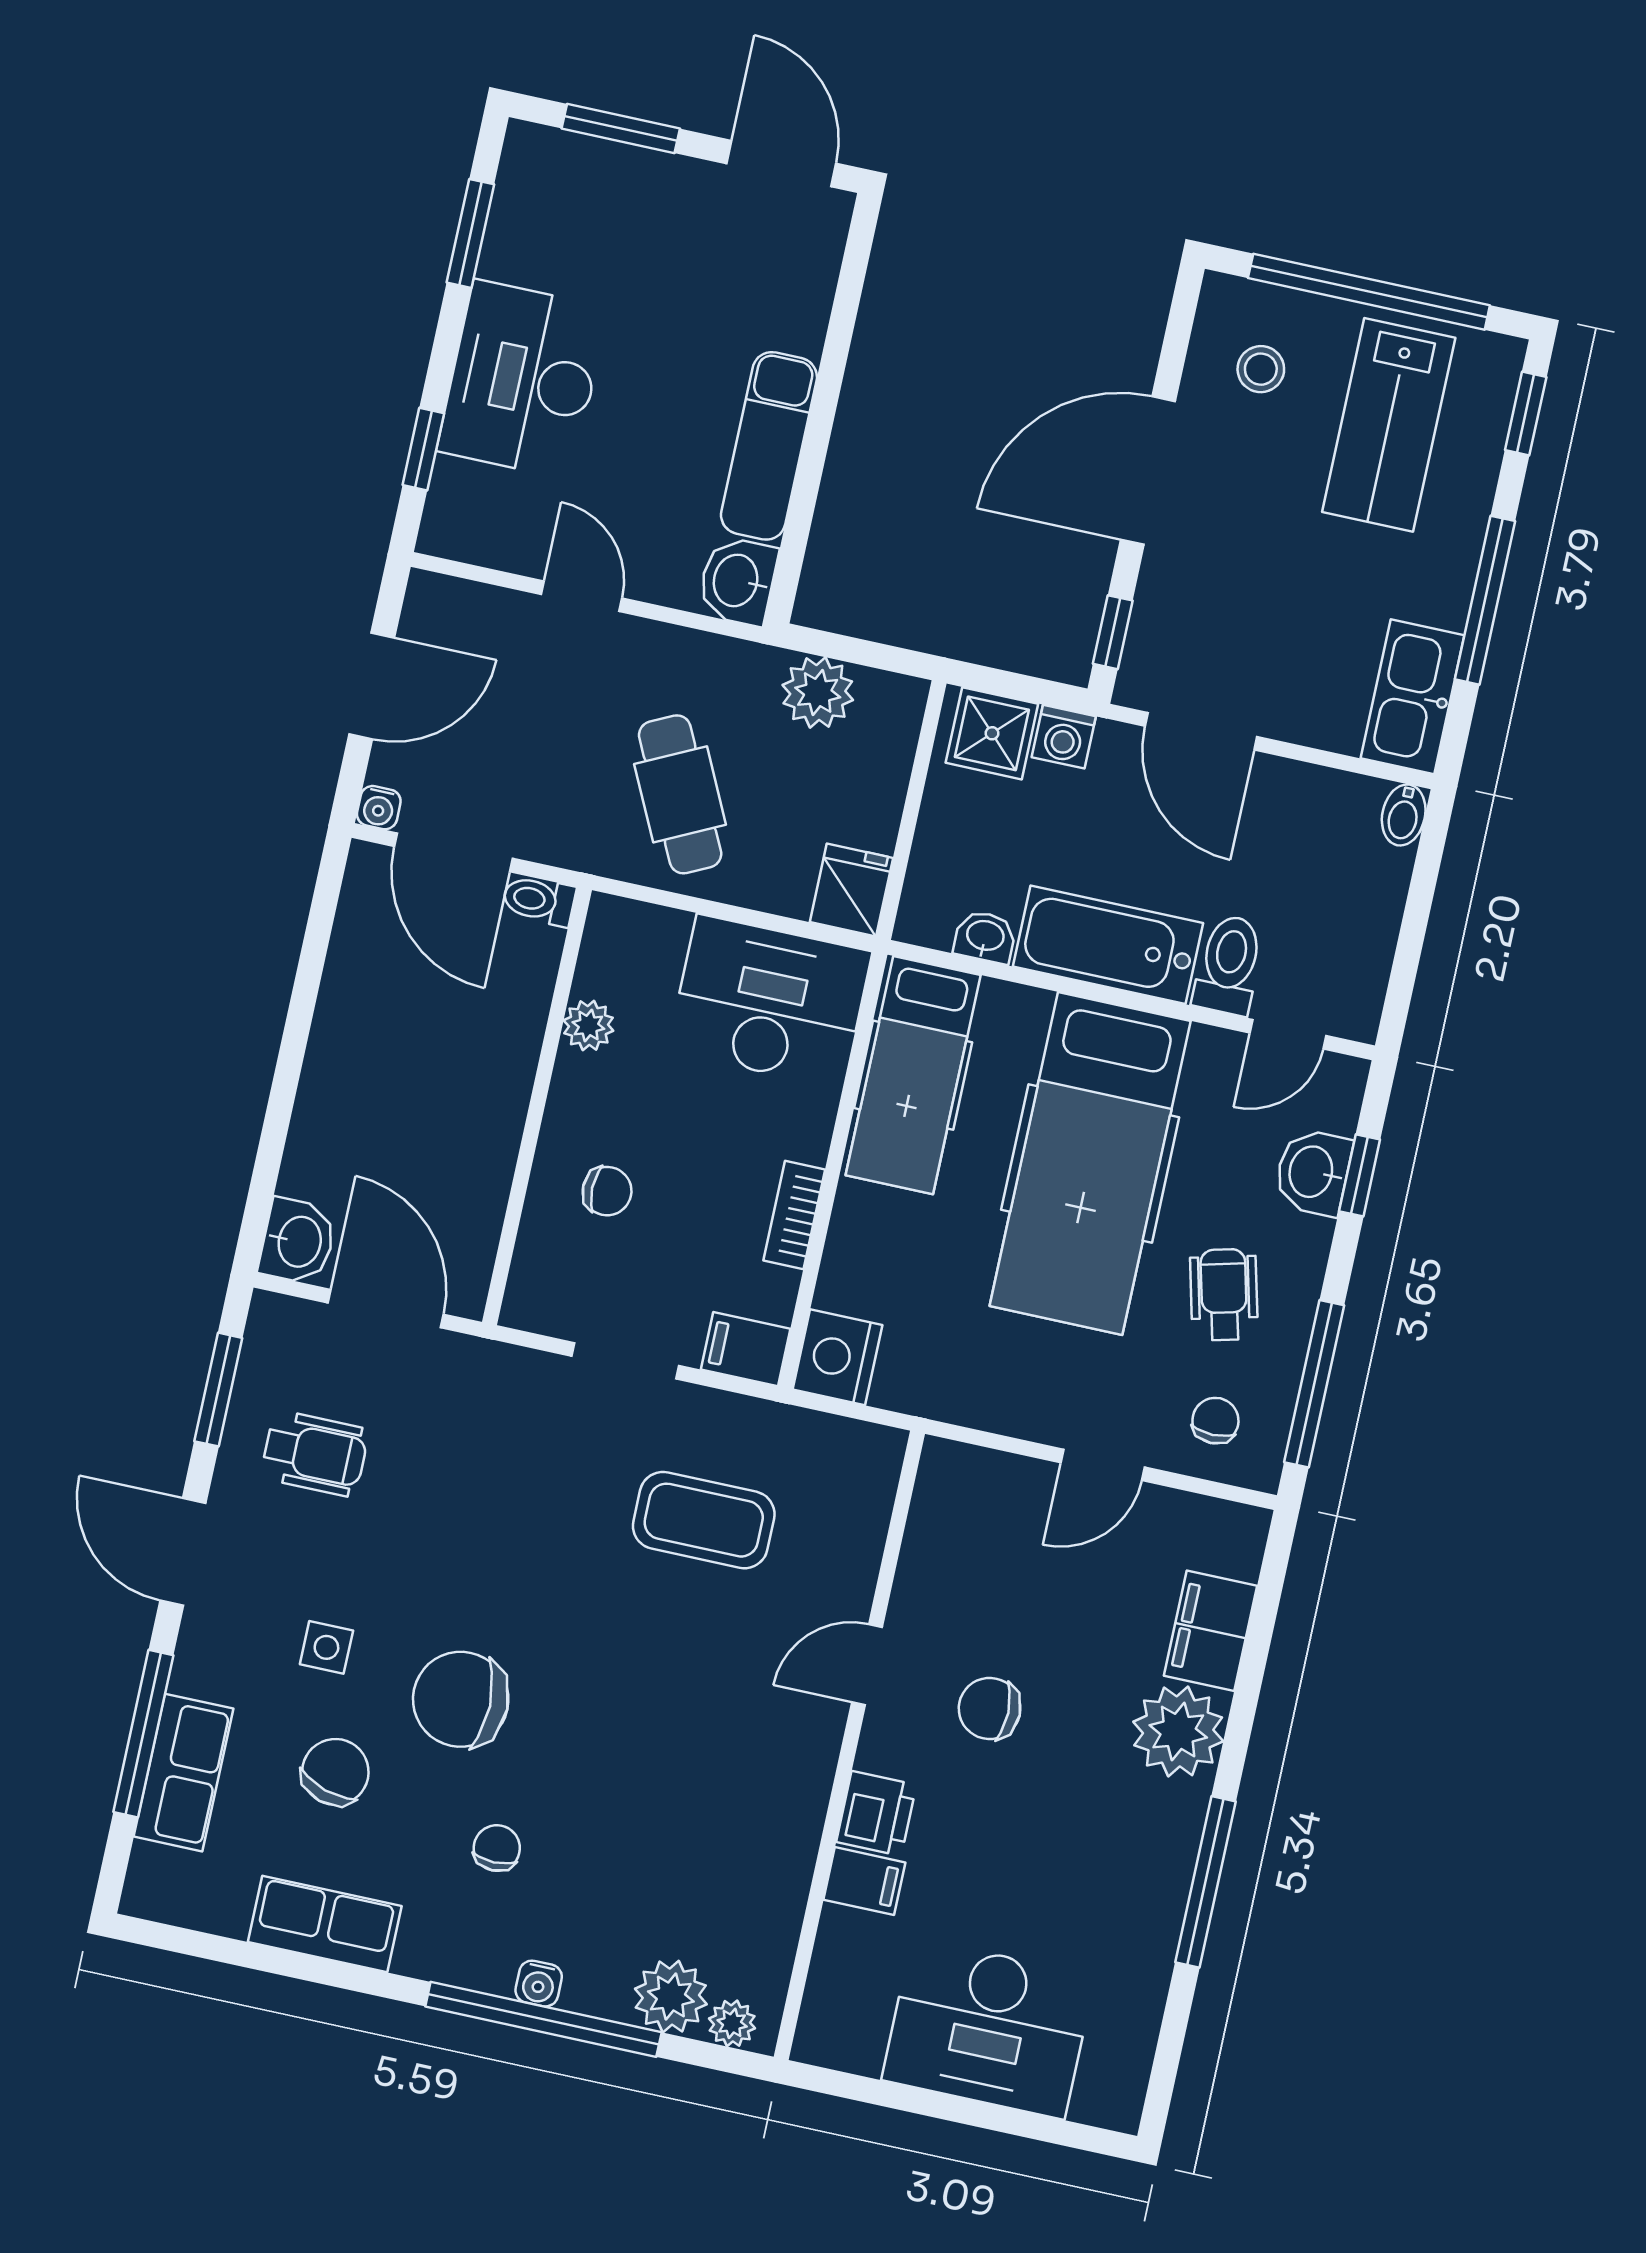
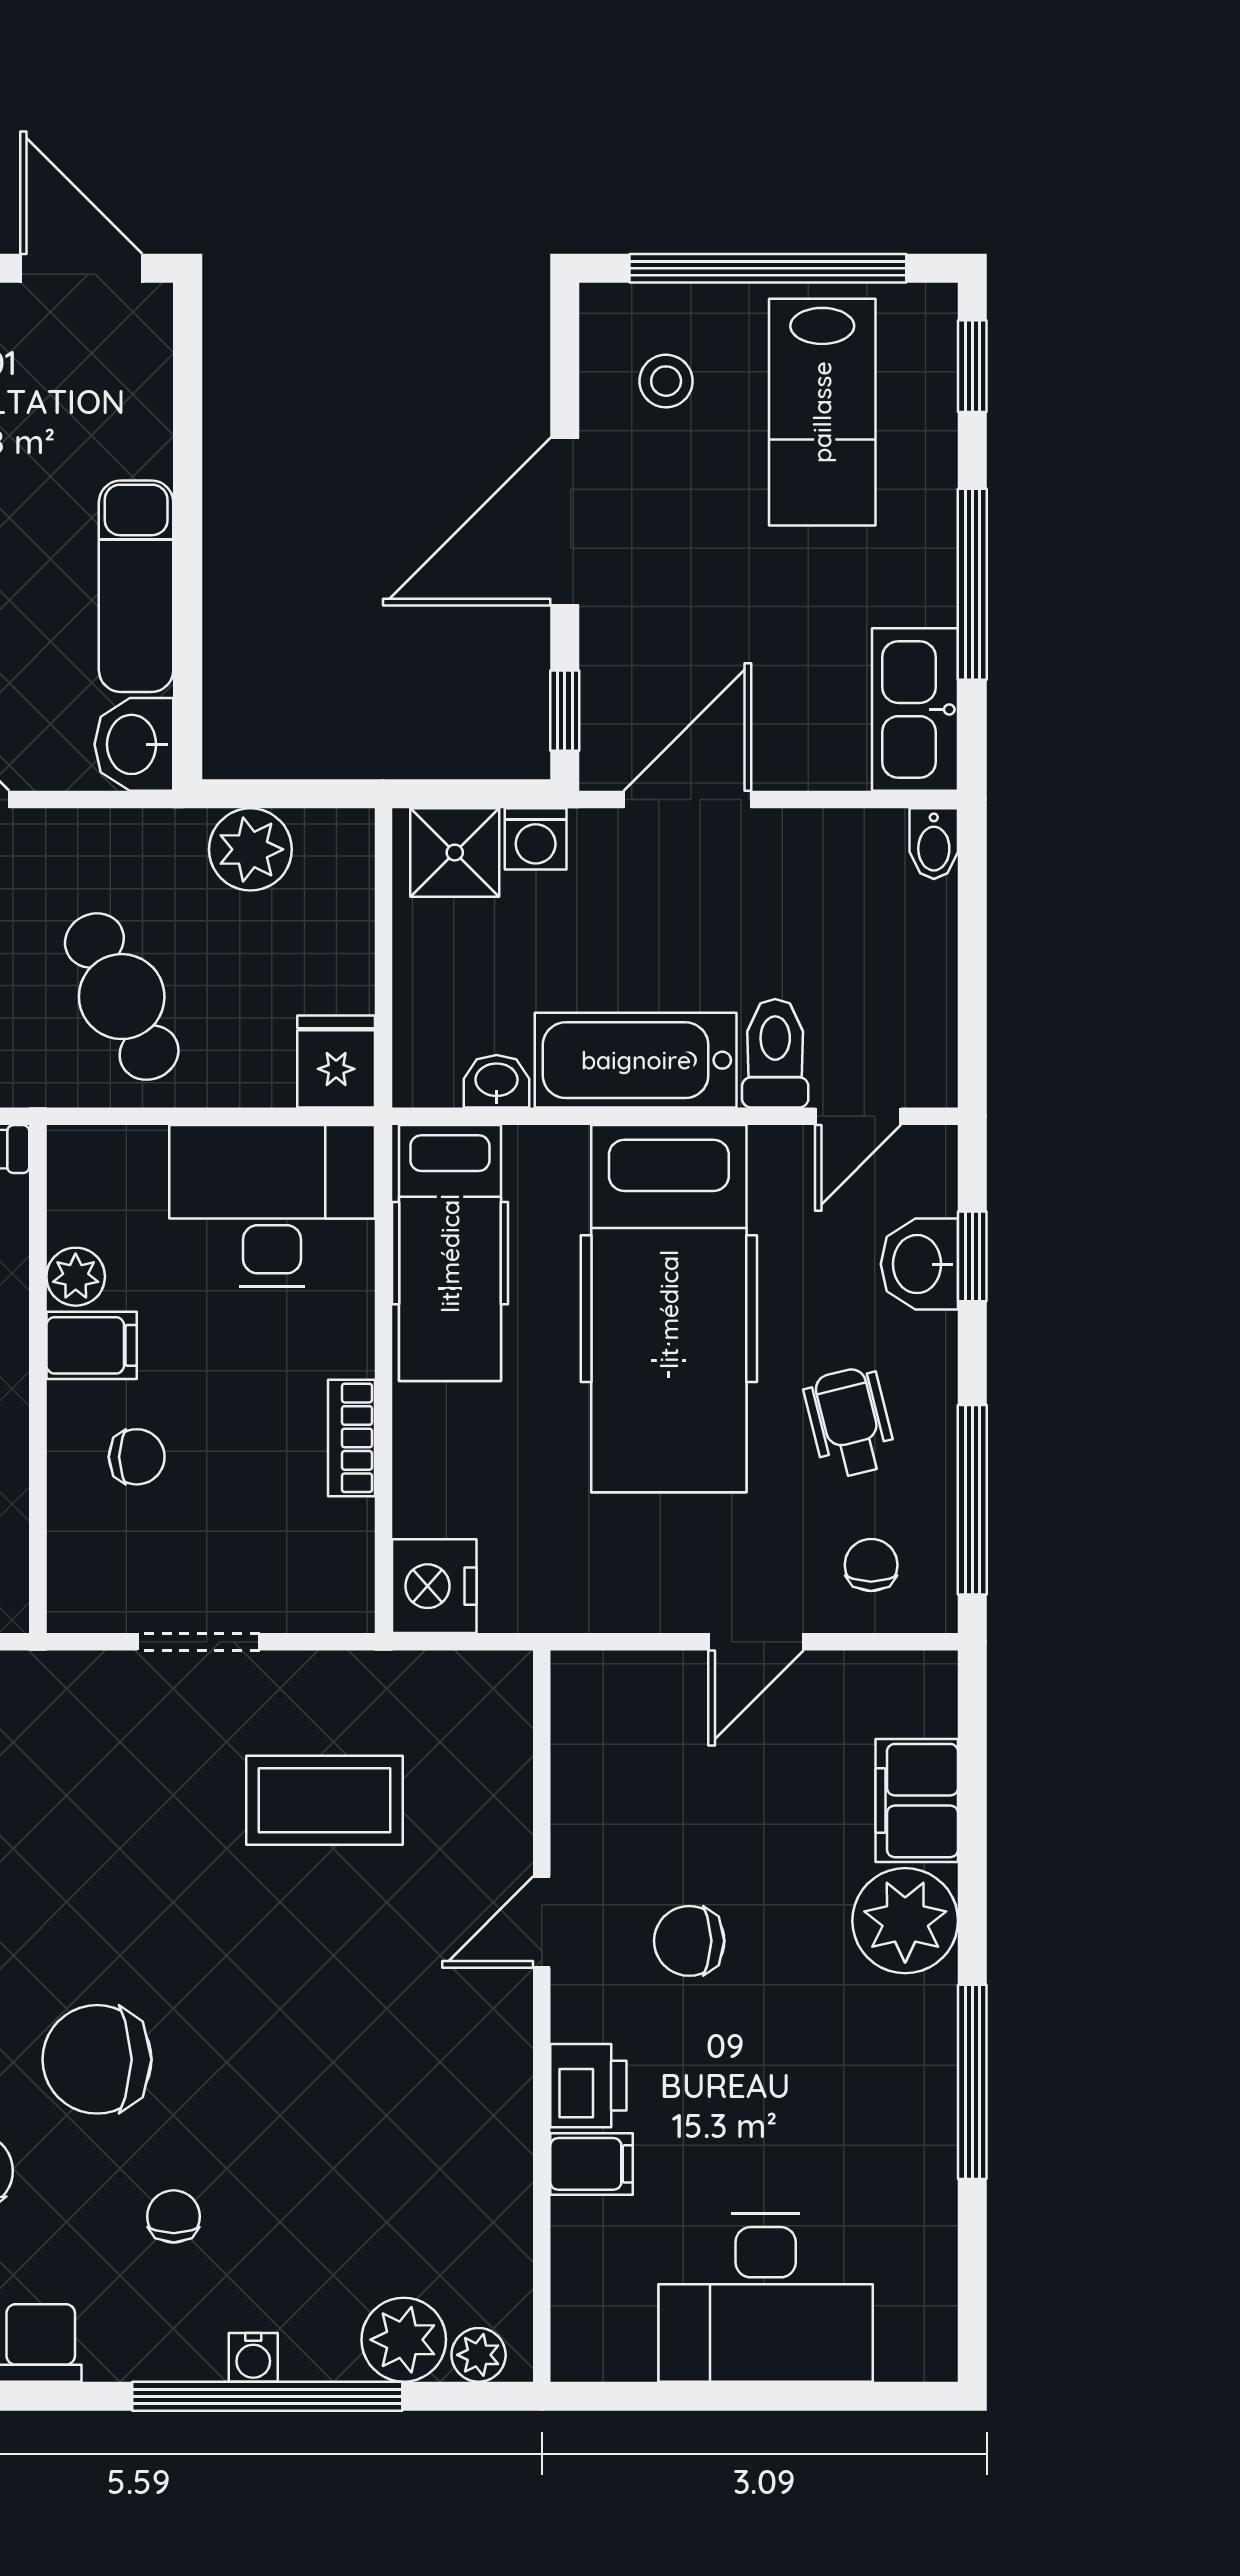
door: (1201, 731) -> (687, 800), swing flipped
filing cabinet: (746, 1349) -> (92, 1345), moved, turned 180

